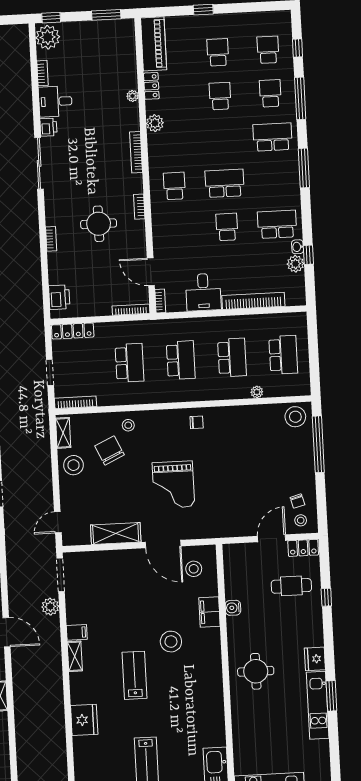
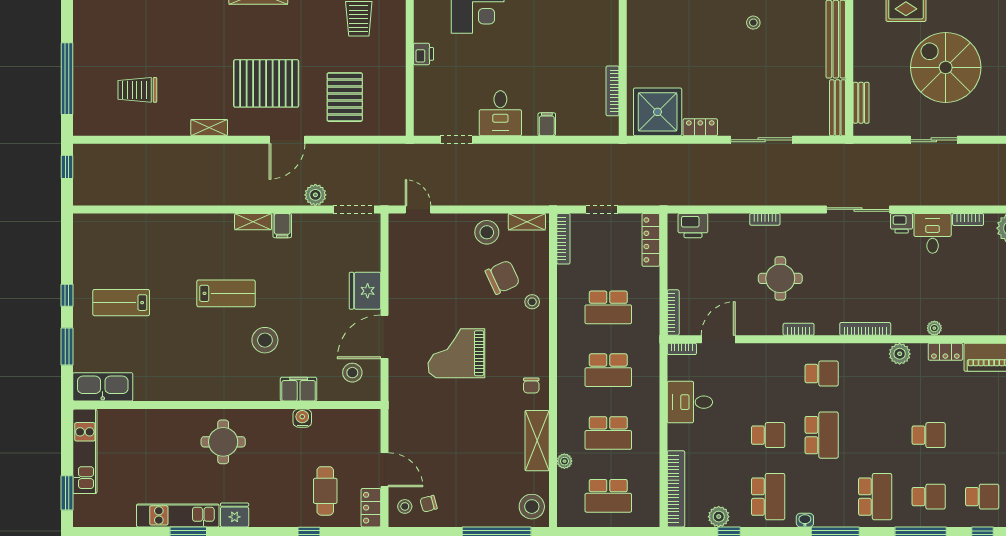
school desk: (218, 52) -> (982, 435), removed
washbasin: (298, 247) -> (805, 520), moved
bookcase: (253, 301) -> (676, 489), moved
shelving: (116, 533) -> (537, 441), moved
fridge: (84, 720) -> (365, 291), moved, turned 90

